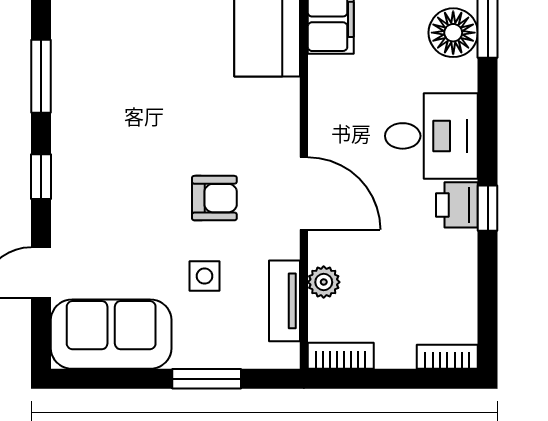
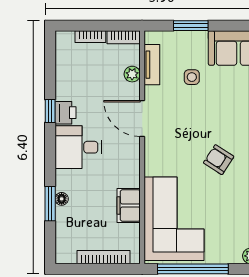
floor lamp: (453, 33) -> (62, 199), width x0.53, depth x0.53
armchair: (214, 198) -> (219, 160), moved, turned 33
bookcase: (447, 357) -> (90, 37), moved

